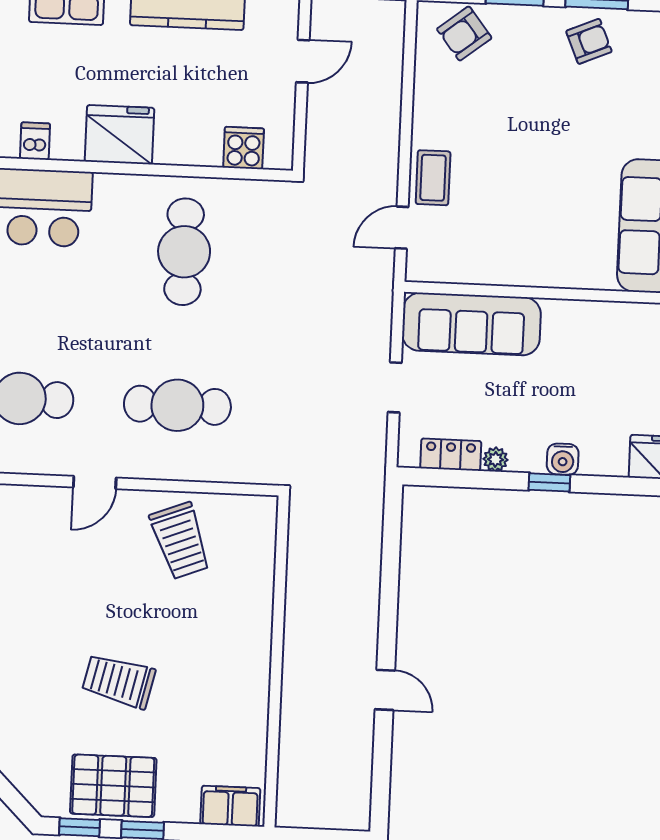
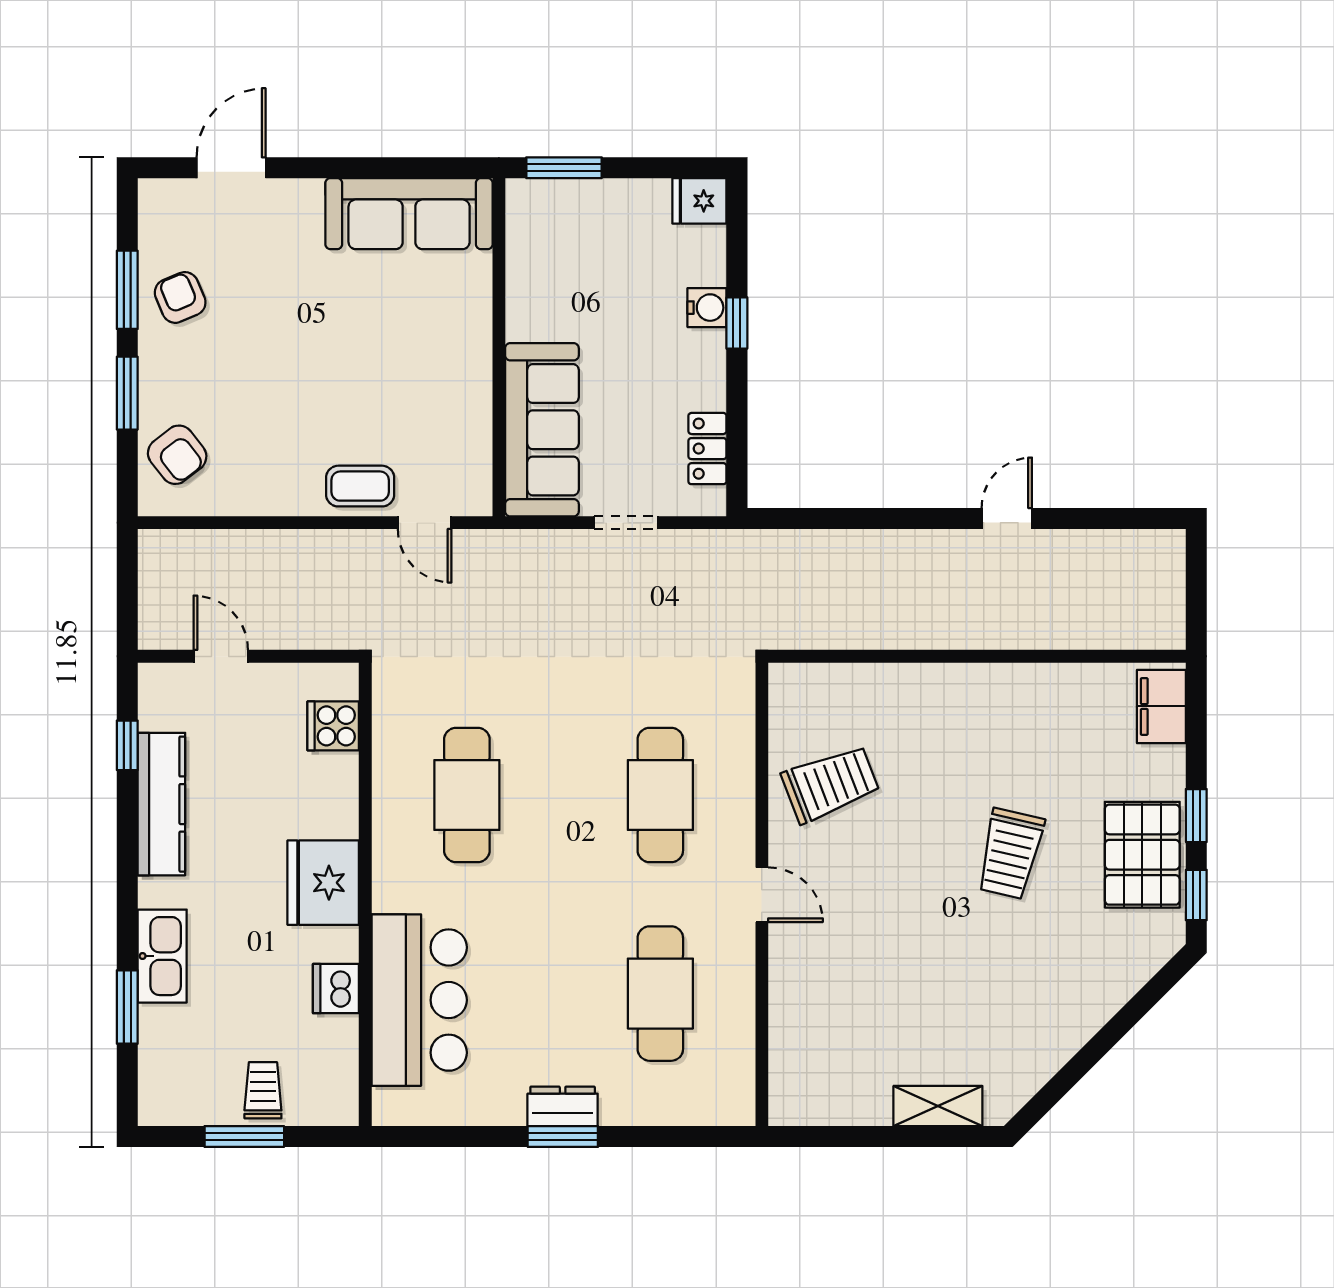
dishwasher: (35, 141) -> (336, 989), width x1.38
cafe table: (184, 252) -> (467, 795), turned 90
plant: (496, 459) -> (711, 392), removed

